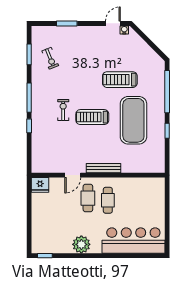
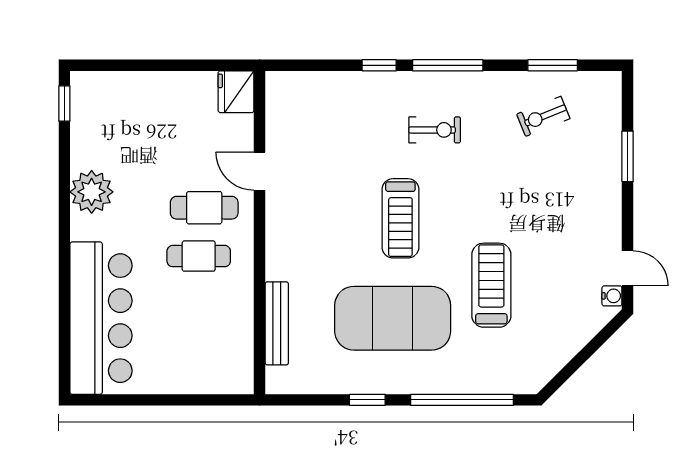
exercise bike: (63, 110) -> (435, 130), moved
treadmill: (92, 117) -> (400, 218), turned 180
bench: (104, 168) -> (277, 323), moved

